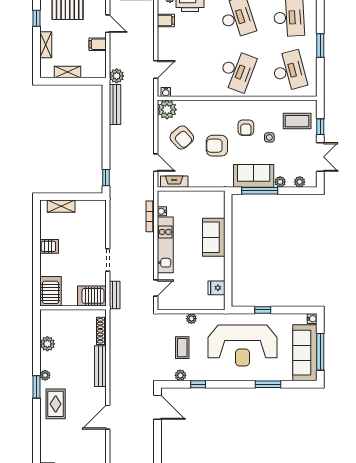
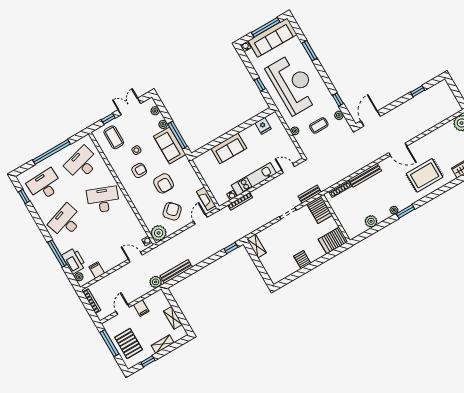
window: (320, 46) -> (52, 152), width x2.11
shelving: (61, 206) -> (256, 246), moved
rug: (56, 404) -> (425, 175), moved, width x1.36, depth x1.43

